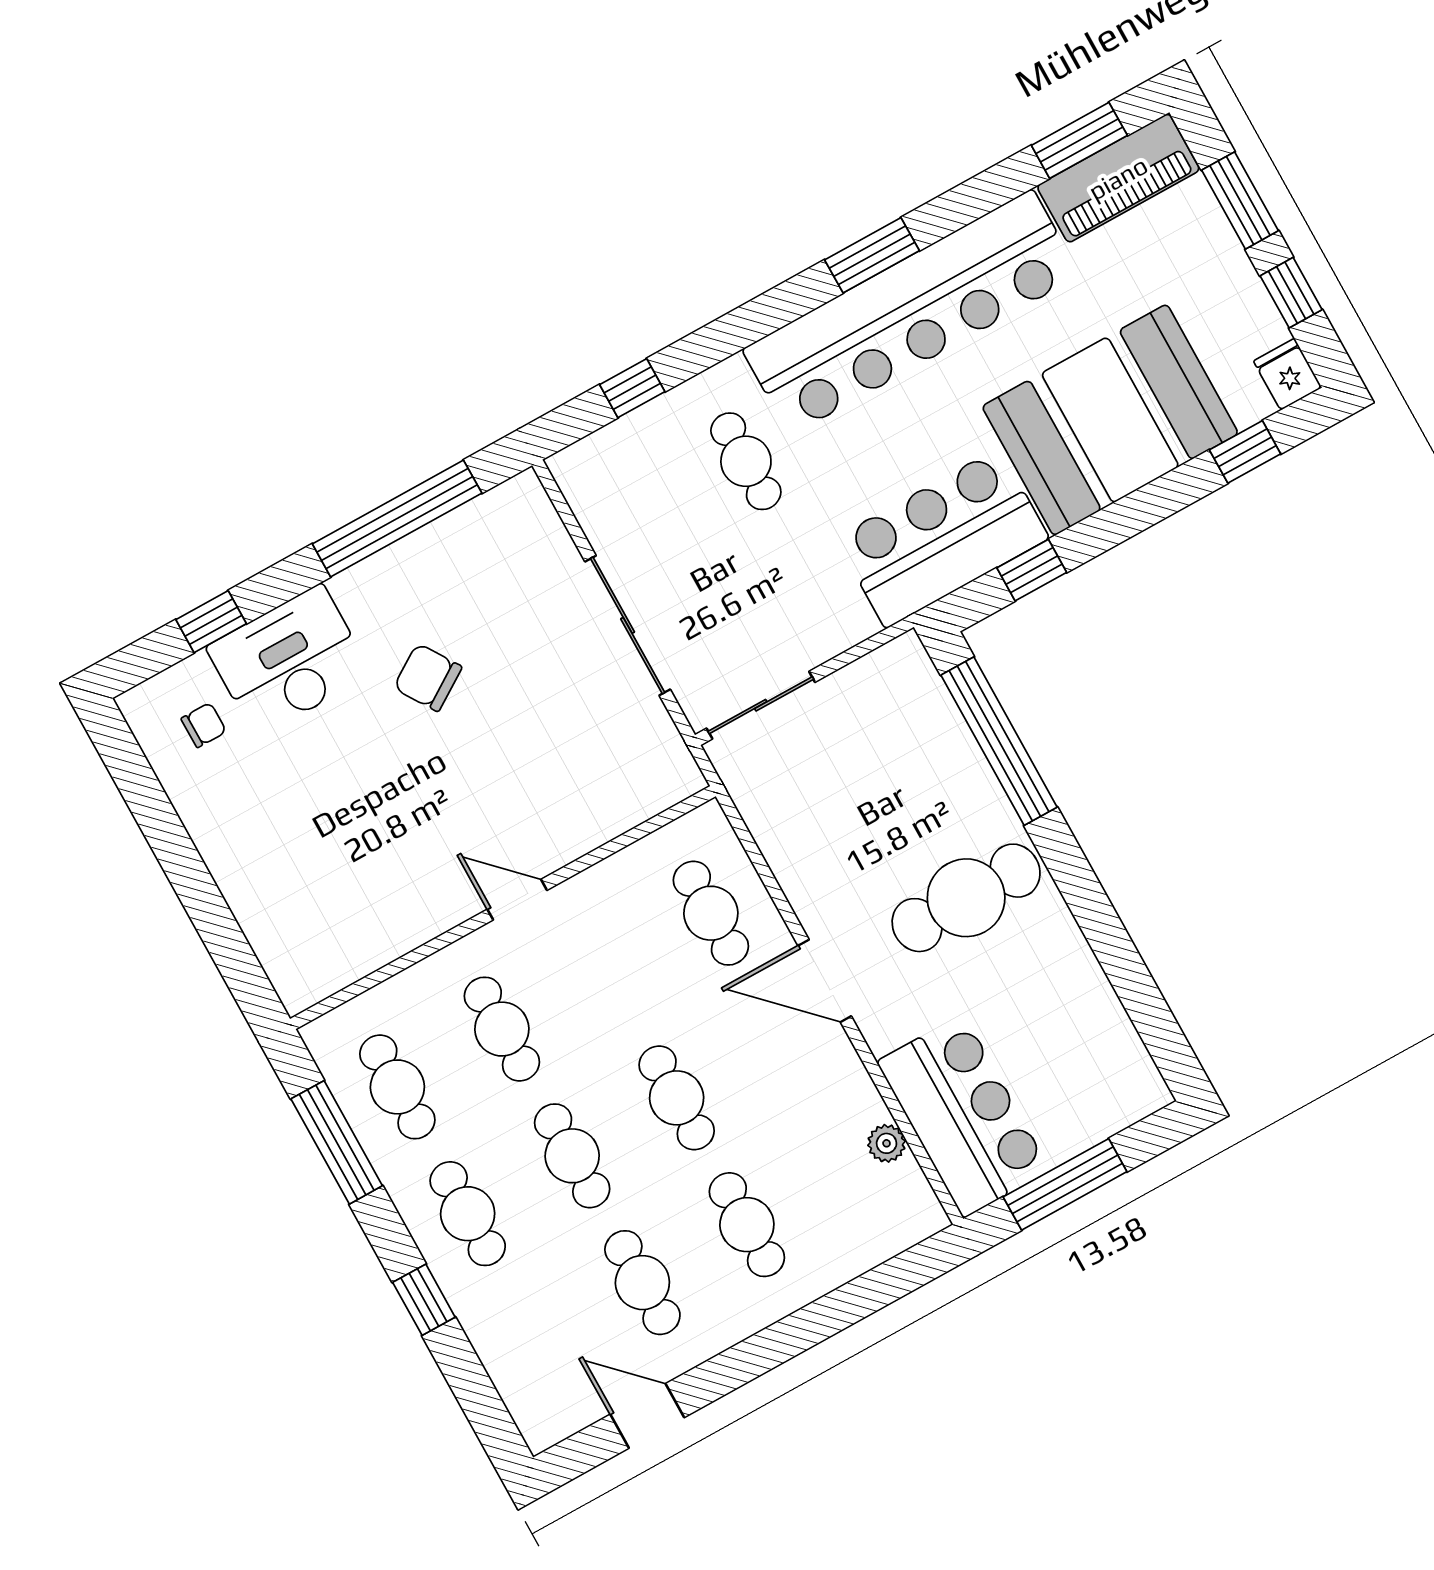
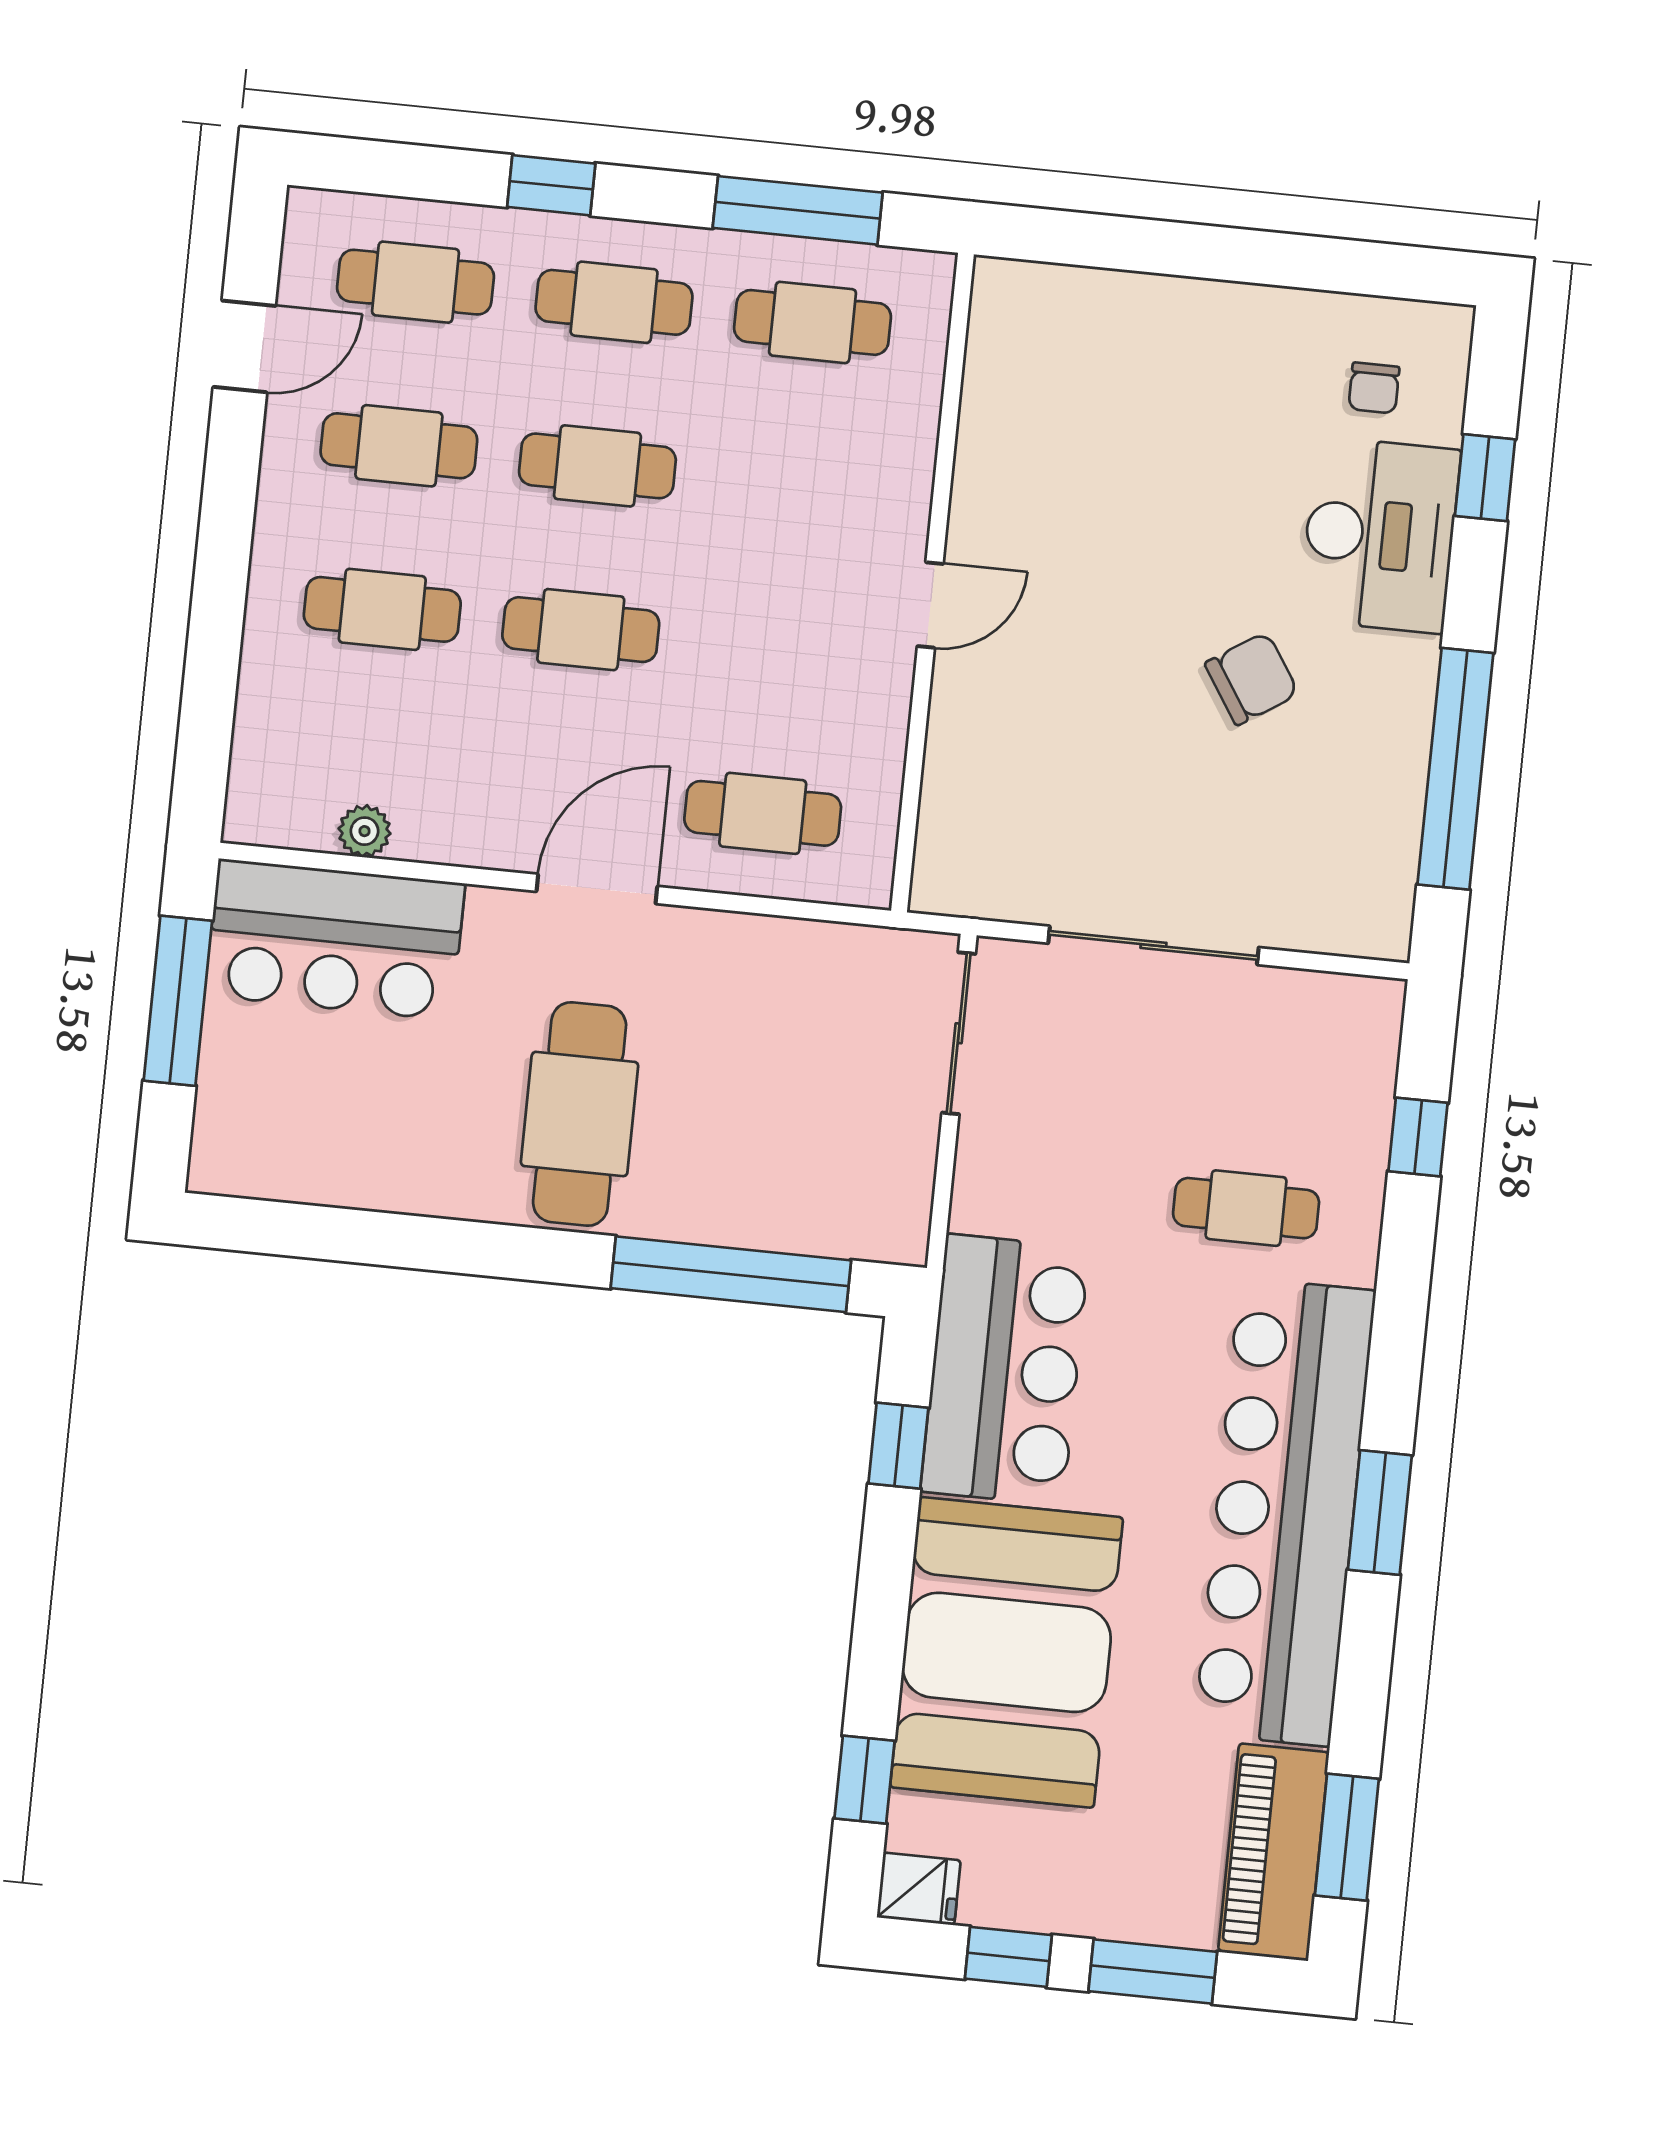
cafe table: (502, 1029) -> (416, 282), moved

